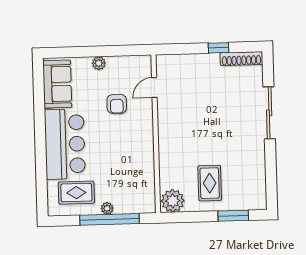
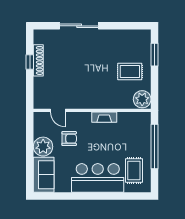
shoe rack: (241, 59) -> (38, 60), moved
plant: (99, 63) -> (43, 147), width x1.88, depth x1.88
sofa: (57, 84) -> (44, 175), moved, turned 90
fireplace: (147, 150) -> (104, 117), added
plant: (107, 208) -> (146, 148), removed

